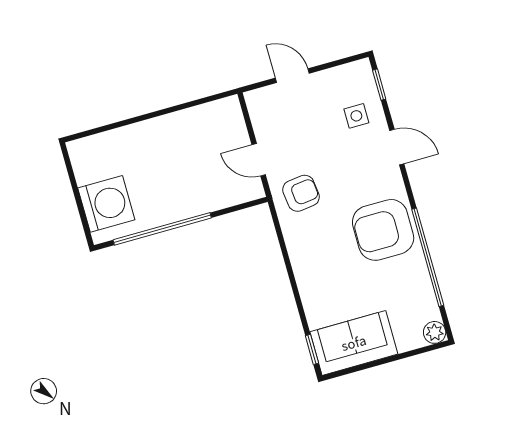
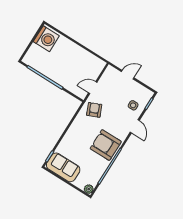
door: (292, 76) -> (128, 75), hinge flipped
door: (259, 160) -> (93, 88), hinge flipped
armchair: (301, 193) -> (94, 110), turned -106
washing machine: (106, 204) -> (46, 39), moved

